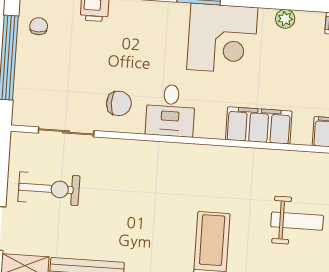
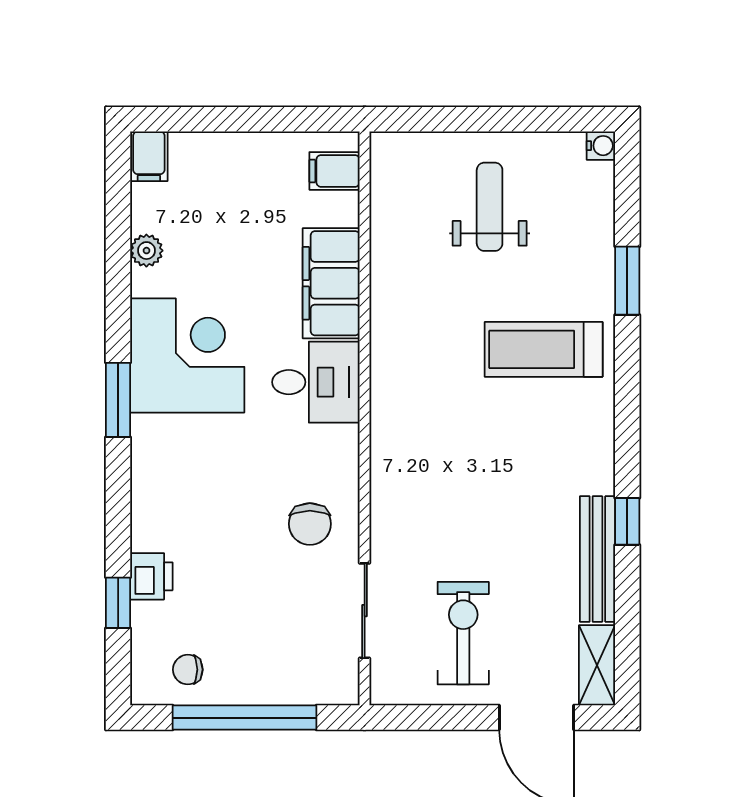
chair: (119, 103) -> (310, 524), turned 180
desk: (170, 110) -> (316, 382), moved

